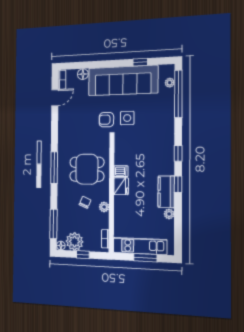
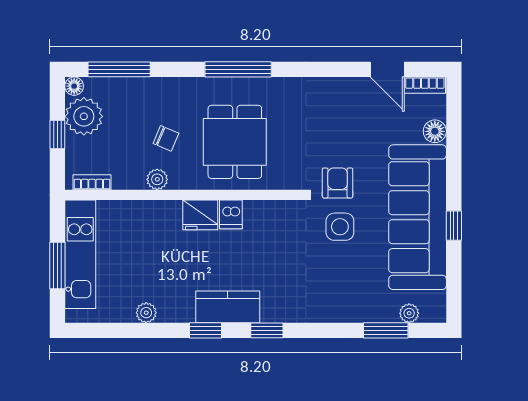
window: (140, 62) -> (454, 226), moved
window: (178, 94) -> (386, 330), width x0.47
kitchen counter: (166, 192) -> (228, 307), moved

